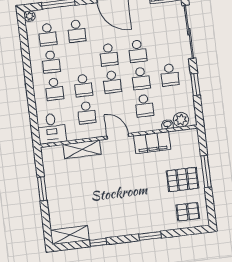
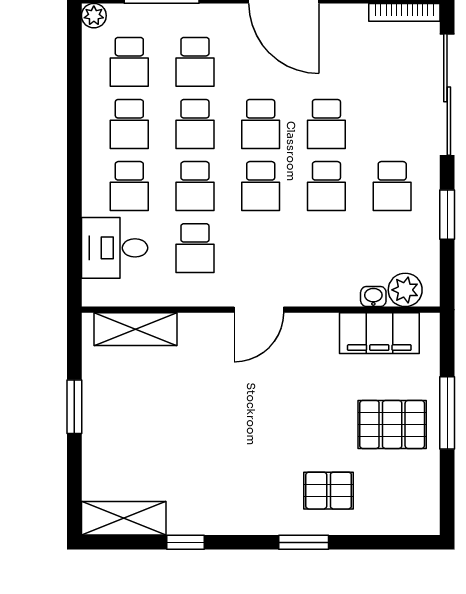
school desk: (144, 106) -> (195, 124), moved
desk: (52, 128) -> (115, 248), moved, turned 90
door: (118, 136) -> (259, 310), swing flipped
filing cabinet: (152, 143) -> (379, 333), moved
shelving: (82, 149) -> (135, 329), moved
pallet: (188, 212) -> (329, 491), moved

